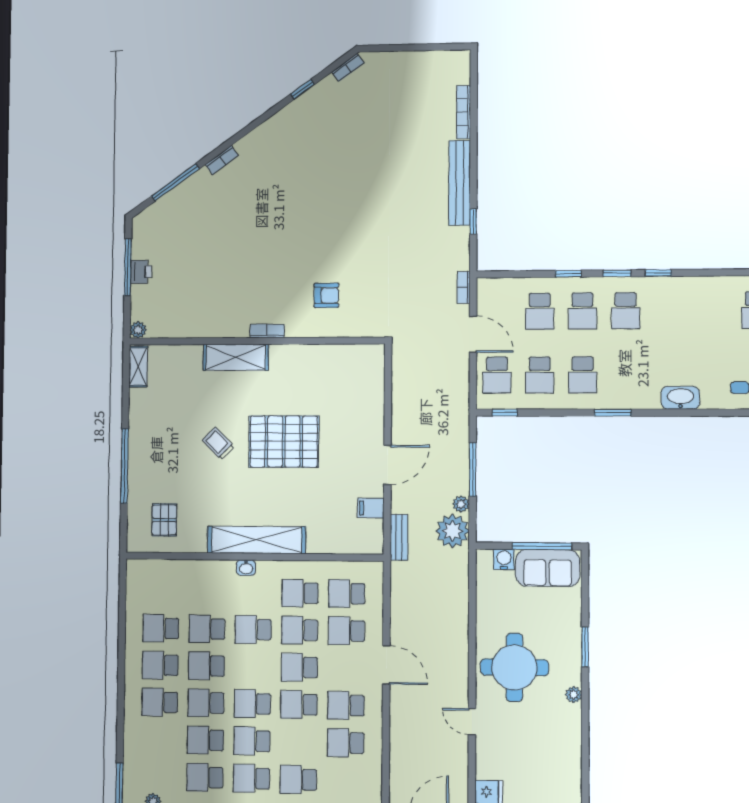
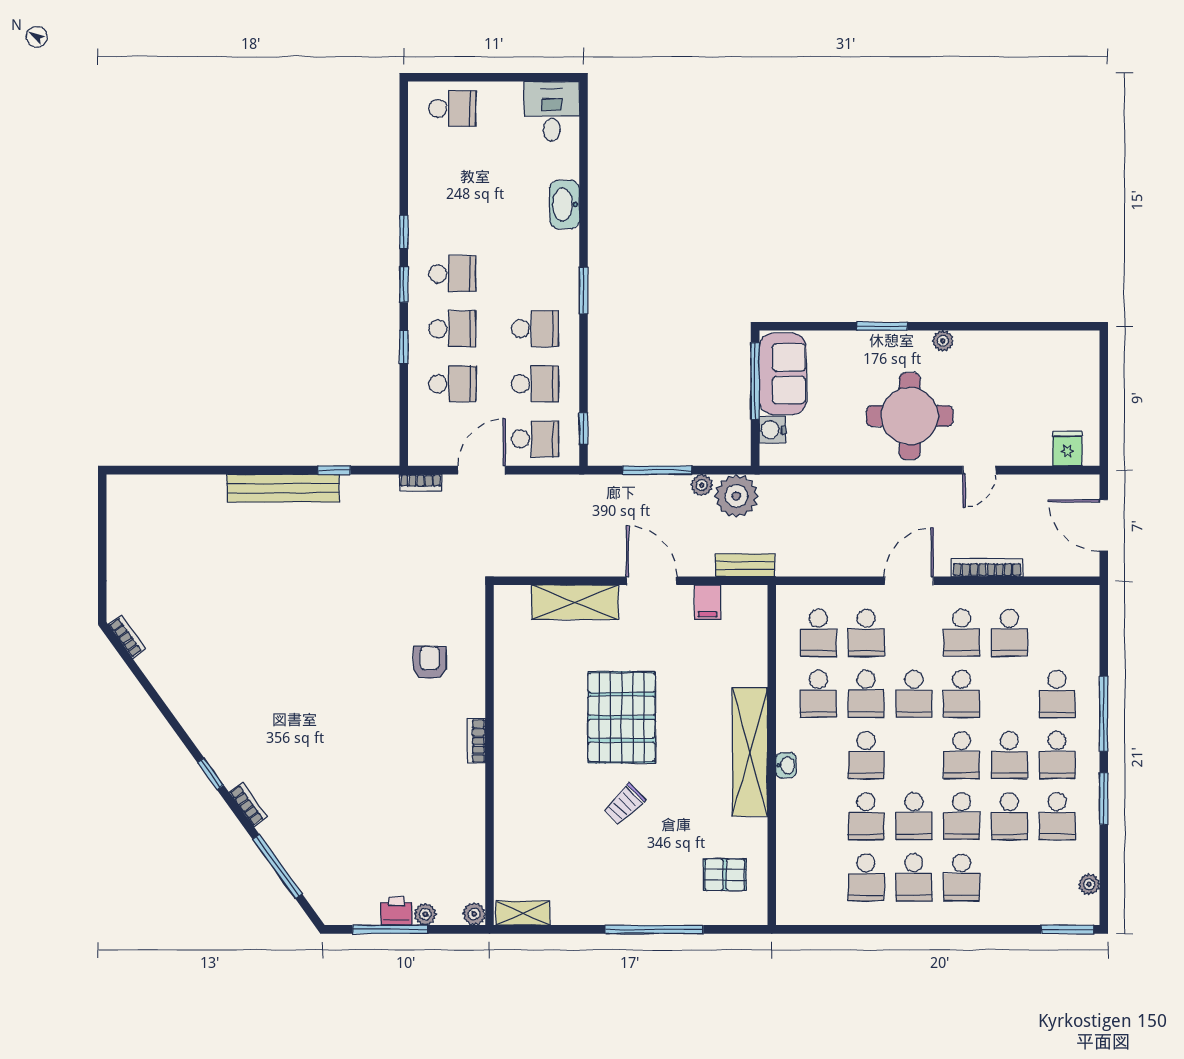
window: (302, 89) -> (210, 774), moved
bookcase: (464, 112) -> (987, 568), moved, turned 180
plant: (139, 293) -> (425, 914), added
shelving: (236, 357) -> (575, 602), moved, turned 90

